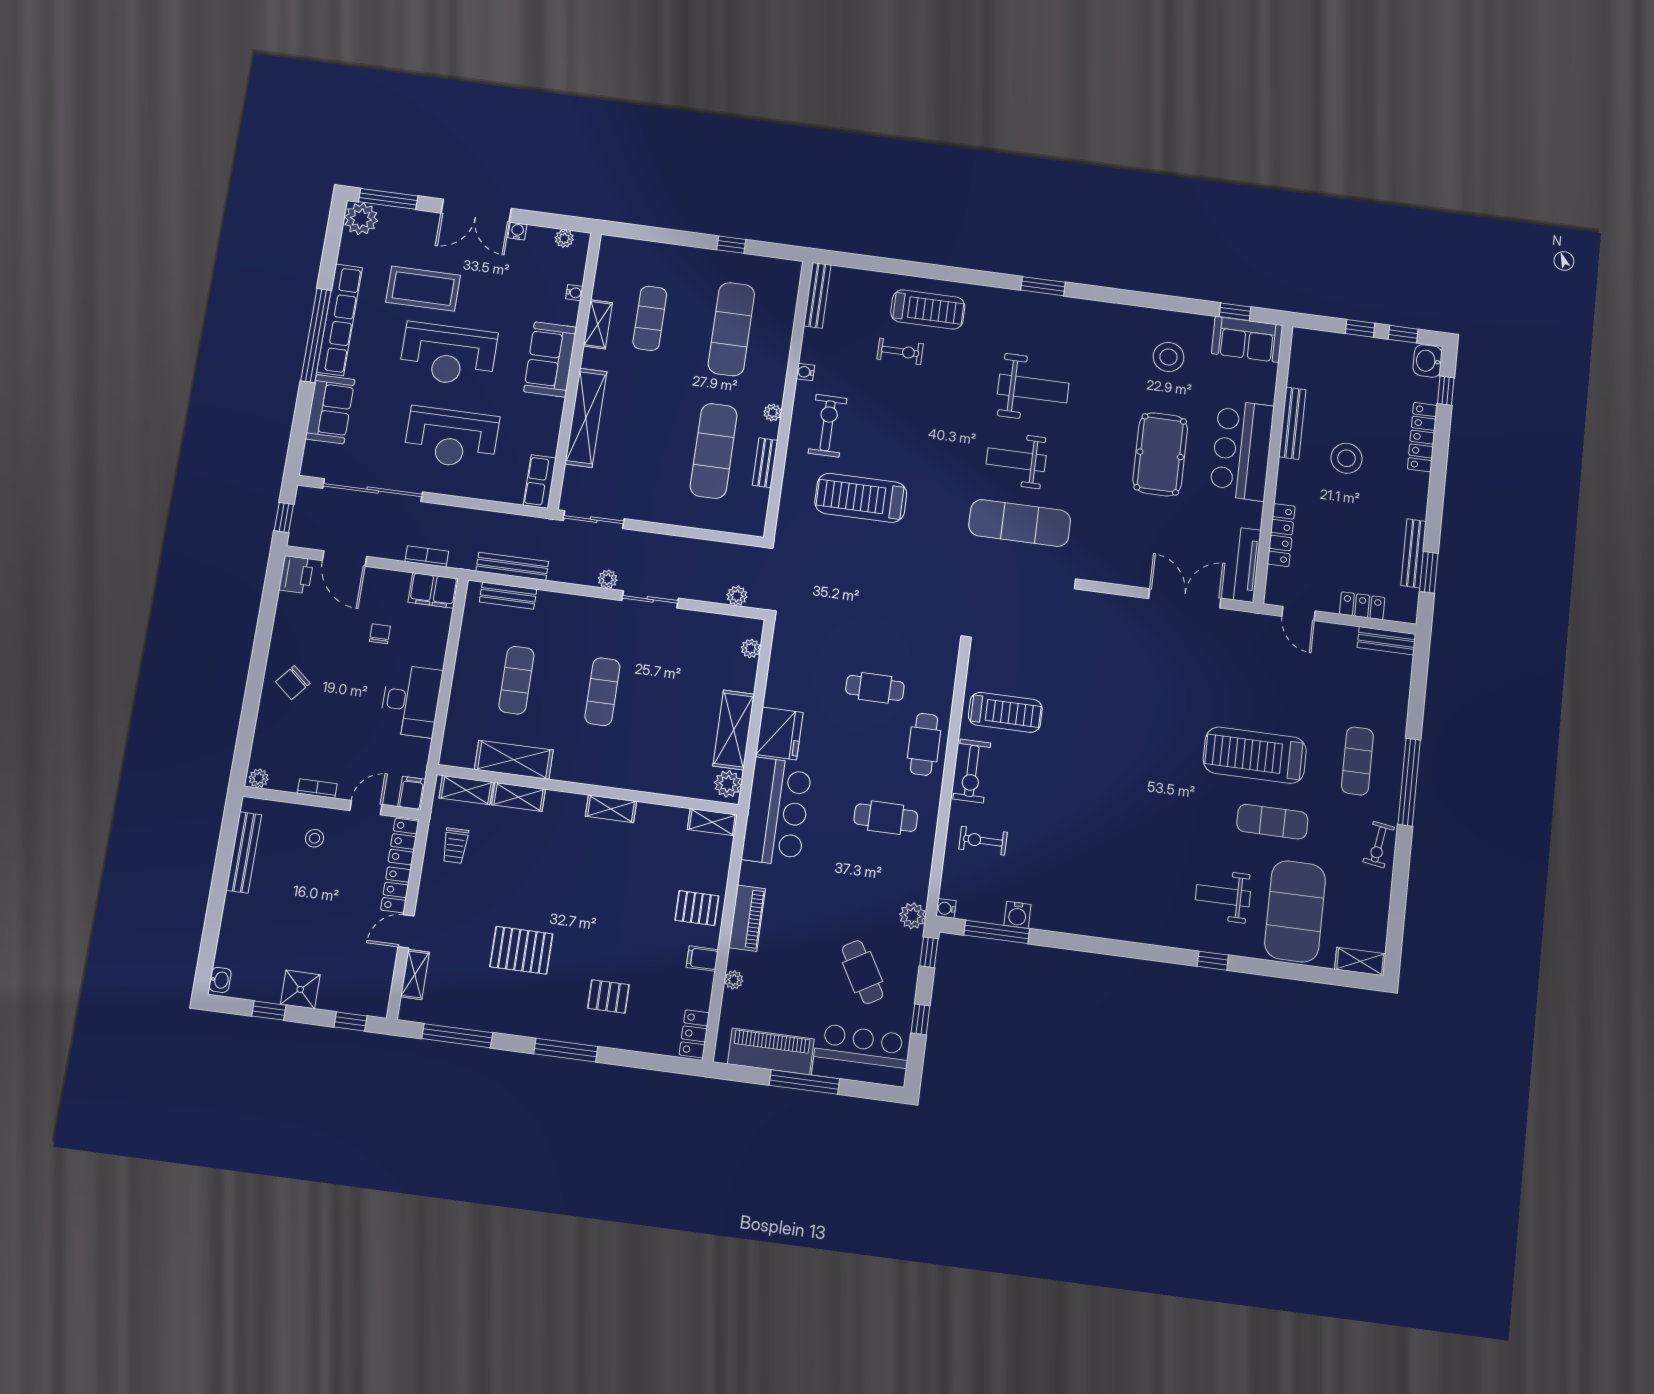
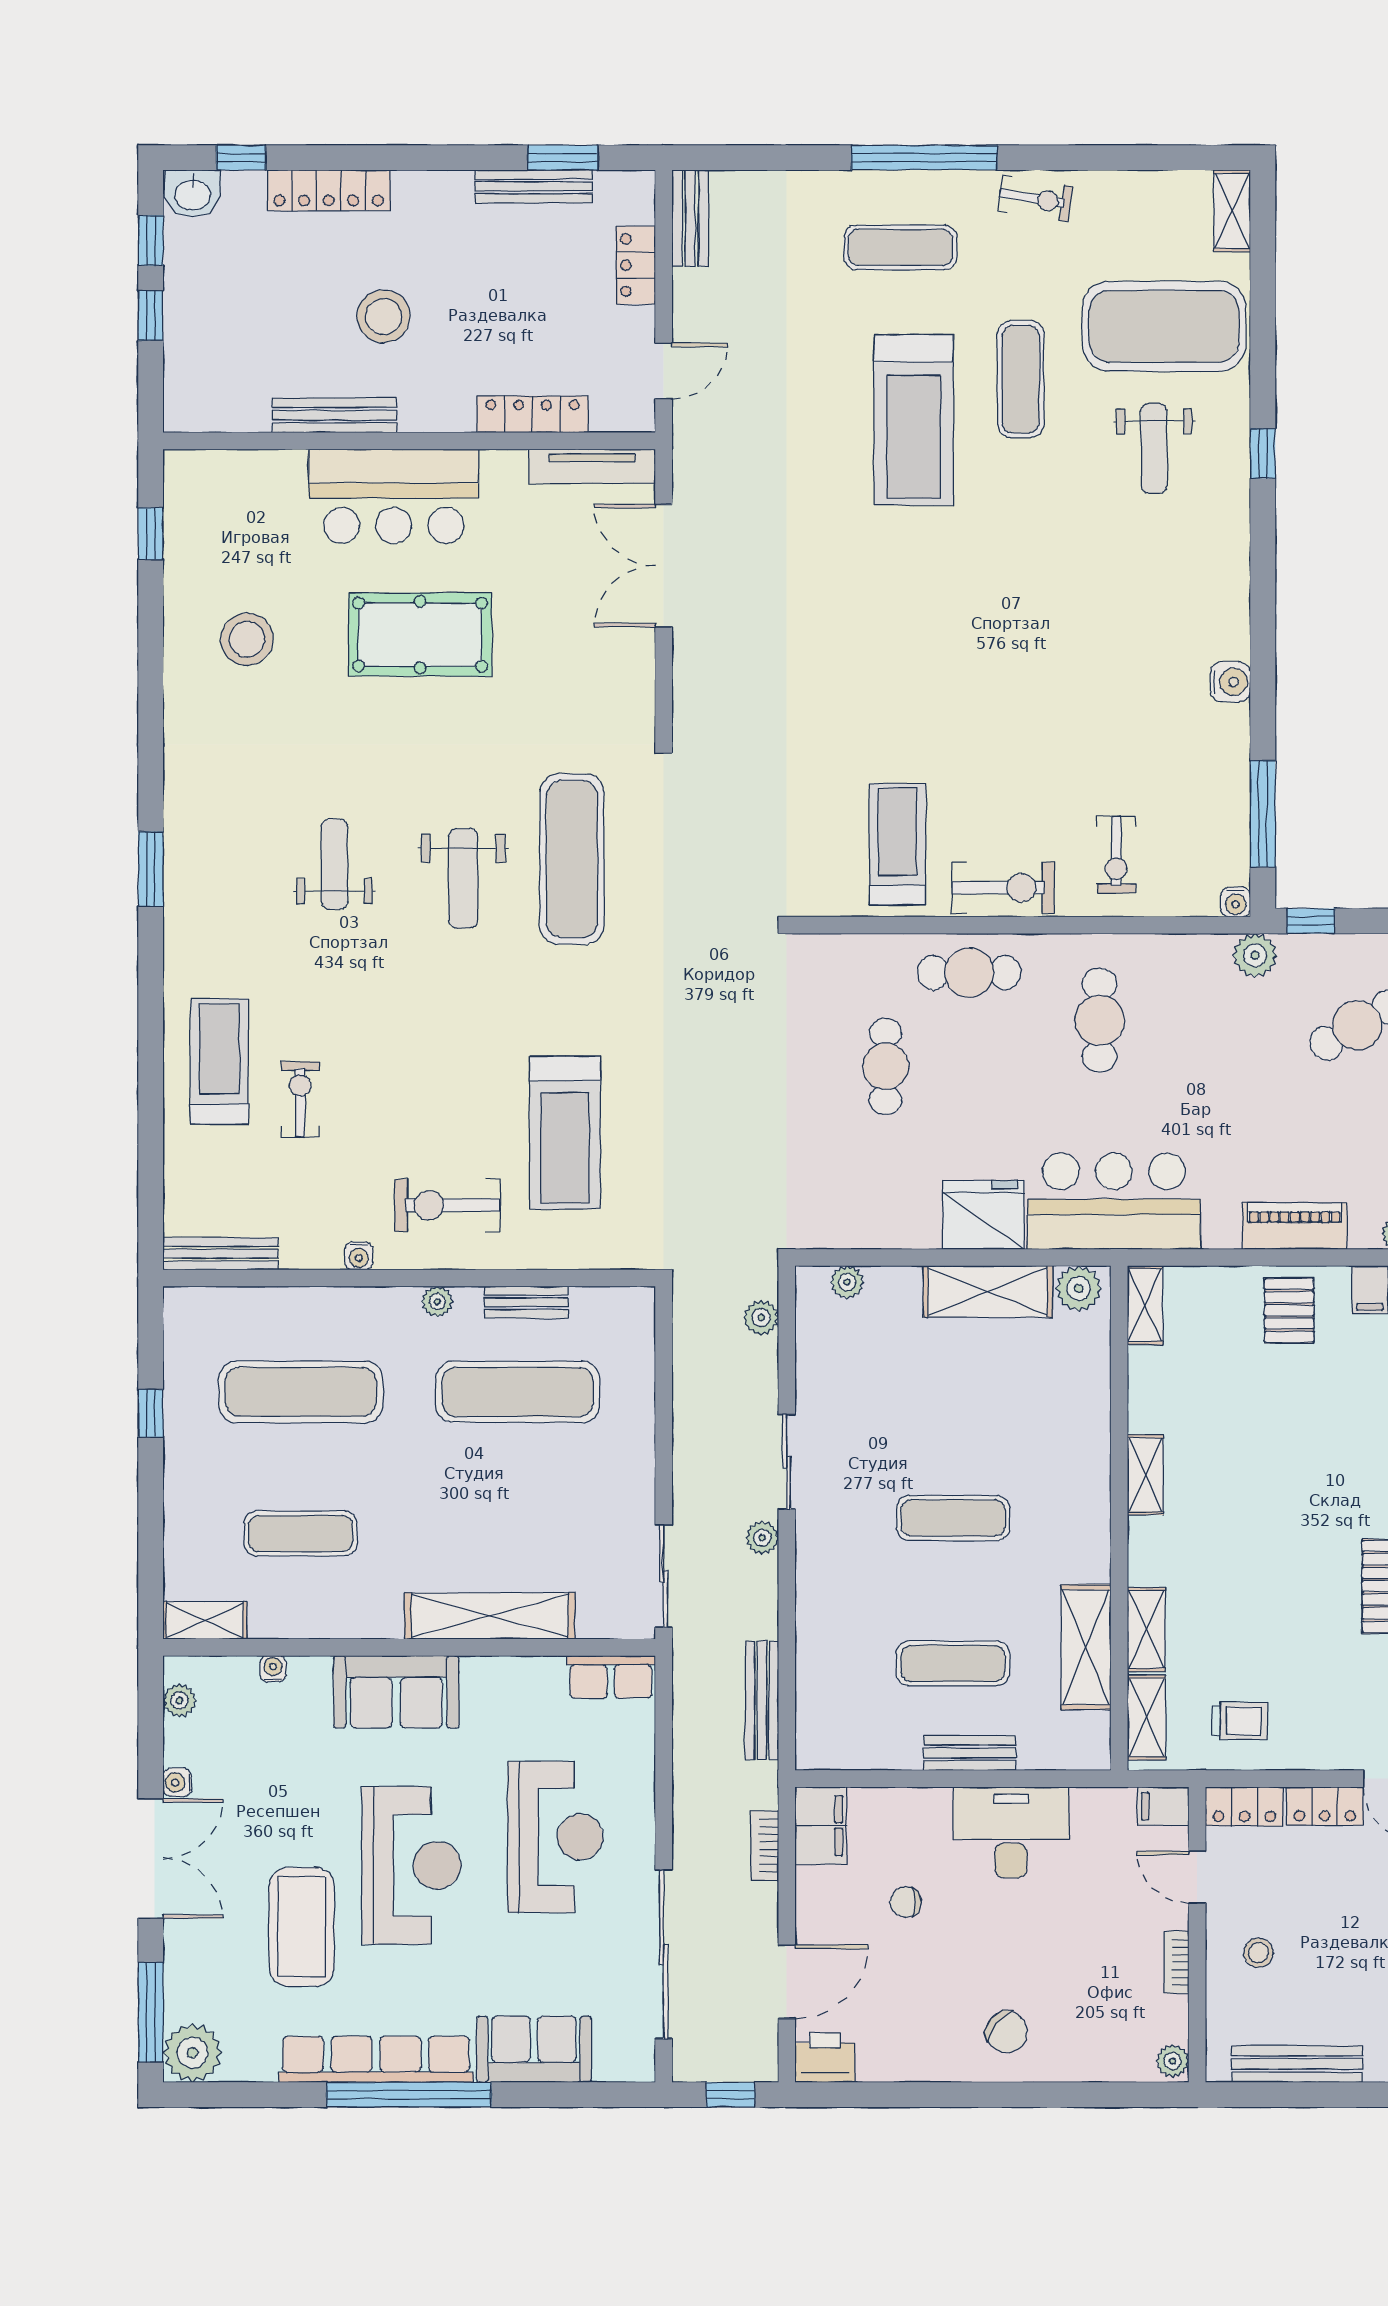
shelving: (598, 324) -> (205, 1620), moved
sofa: (1247, 339) -> (197, 508), removed
weight bench: (1033, 389) -> (334, 864), width x0.73, depth x0.75
bench: (508, 596) -> (970, 1753), moved, turned 90
water cooler: (1017, 915) -> (1230, 682), moved

